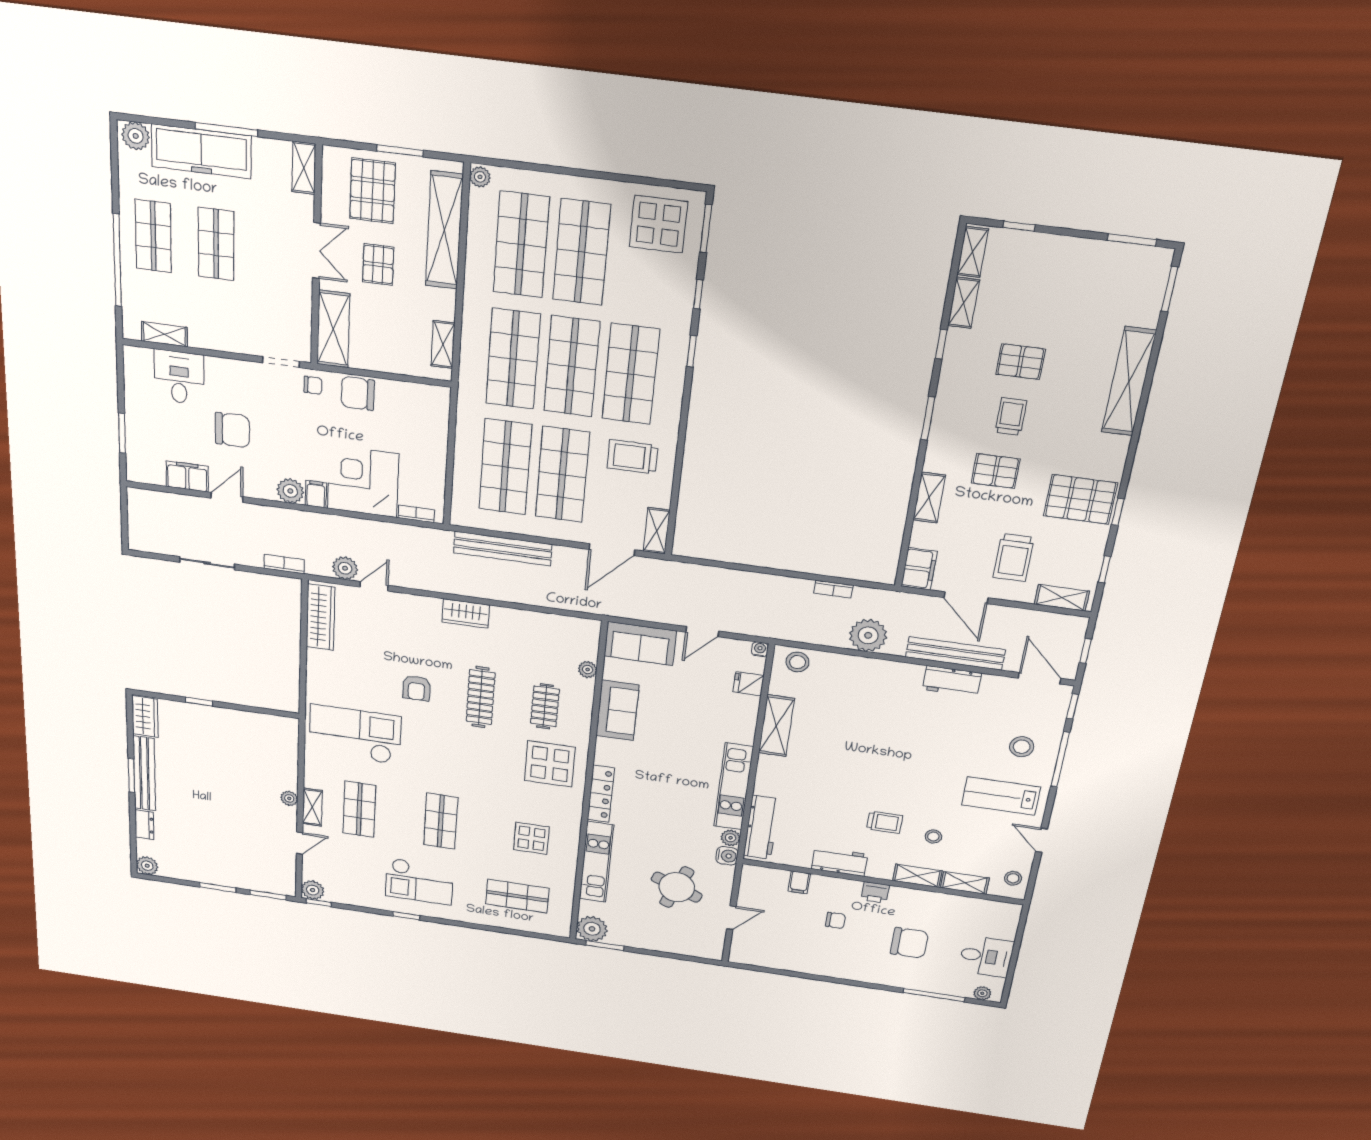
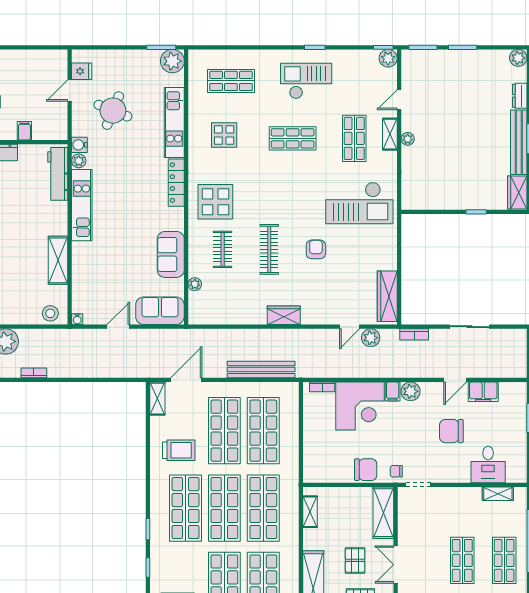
fridge: (748, 684) -> (82, 71), moved
shop shelf: (441, 821) -> (293, 138), turned 90

